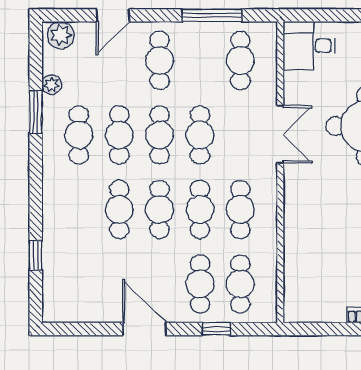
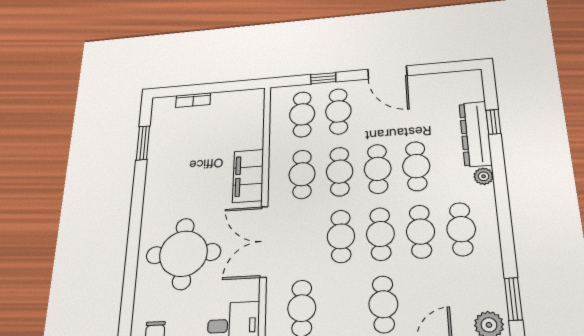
plant: (52, 85) -> (484, 176), moved
window: (36, 112) -> (513, 299), moved
double door: (280, 134) -> (264, 241), width x1.37
filing cabinet: (299, 212) -> (248, 176), added
dresser: (56, 243) -> (475, 134), added

